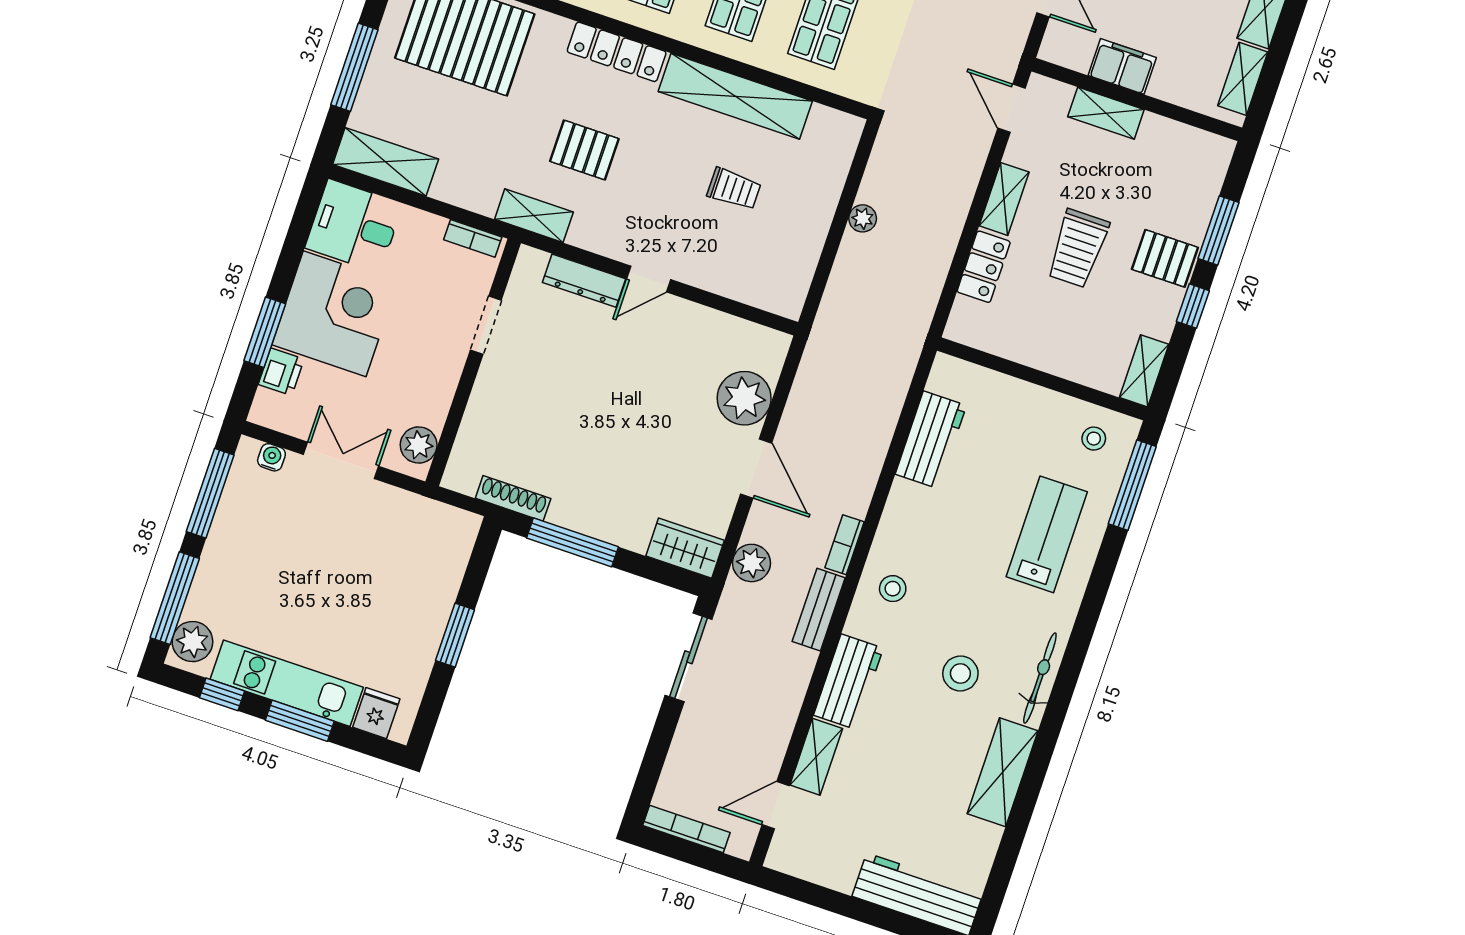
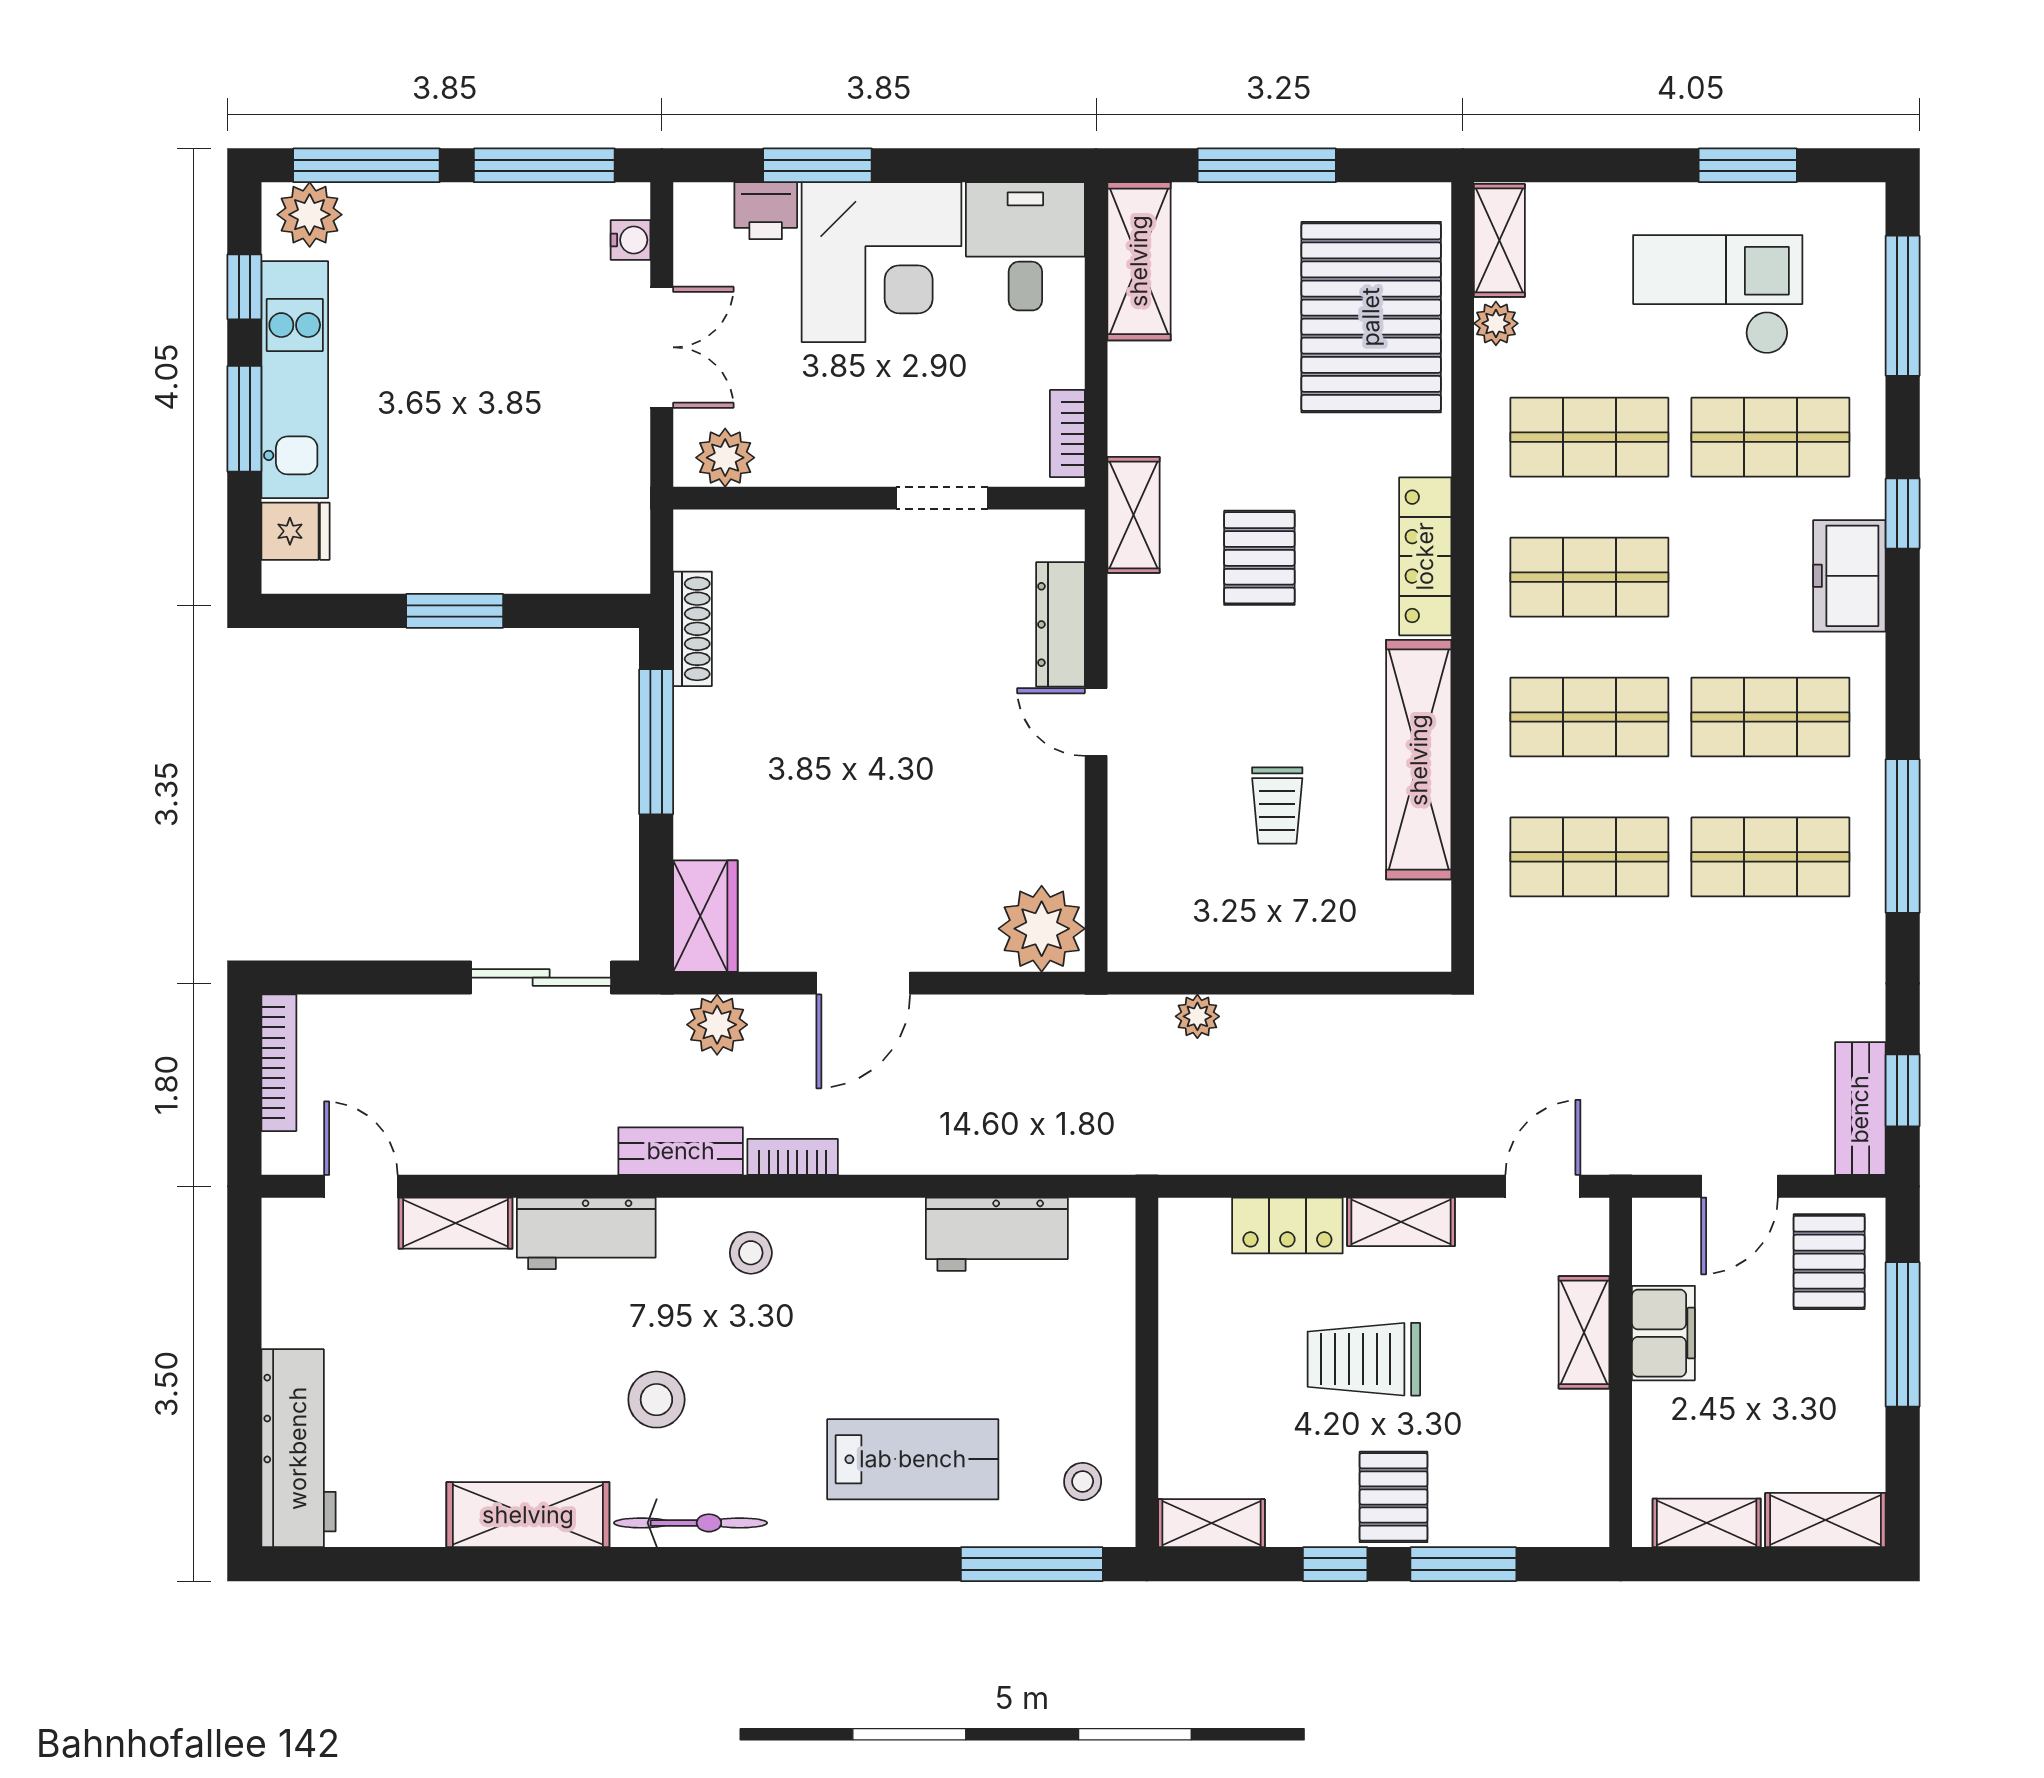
plant: (863, 218) -> (1197, 1016), moved
plant: (744, 398) -> (1042, 929), moved

